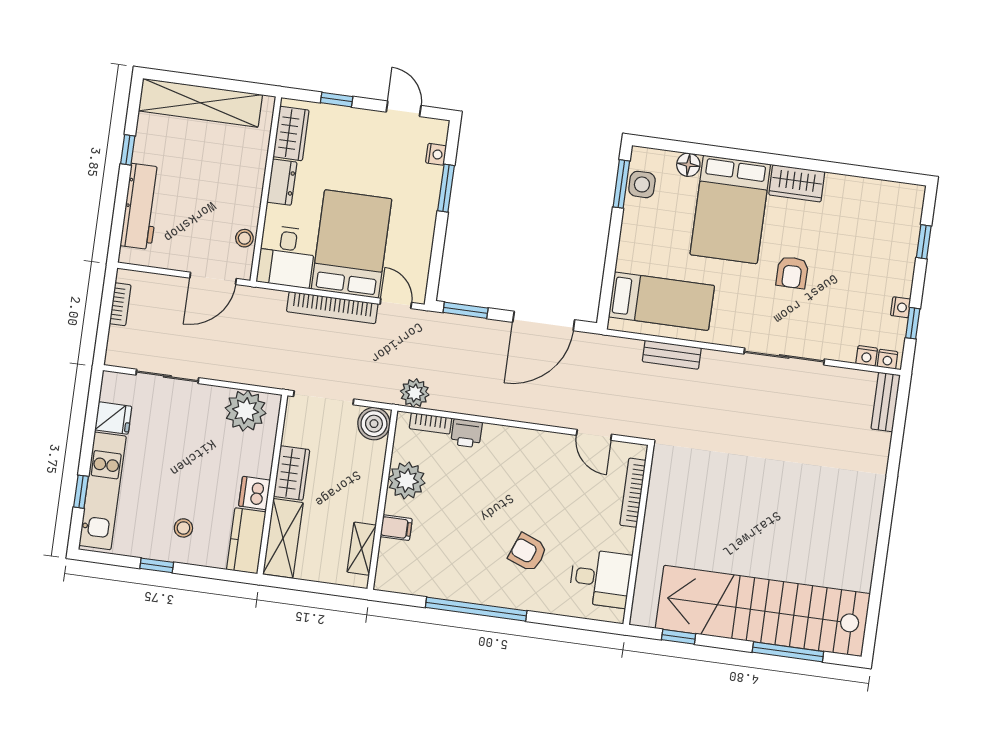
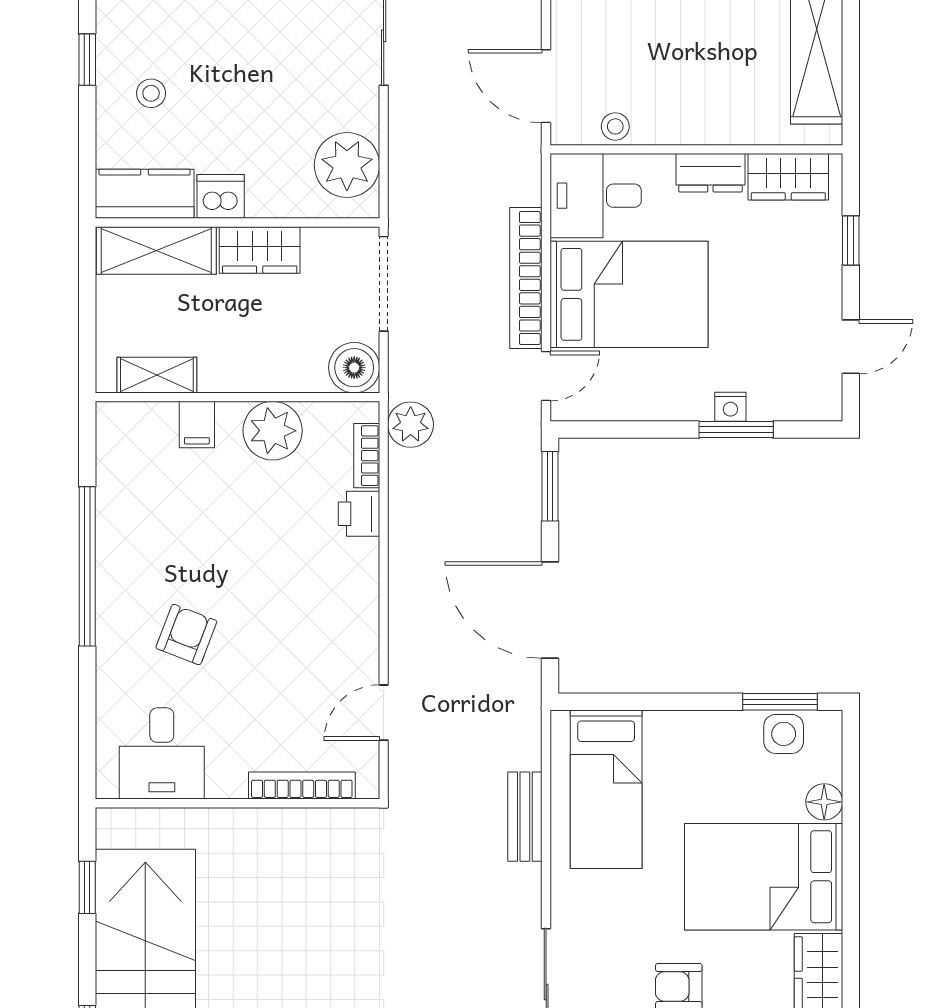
nightstand: (436, 154) -> (730, 407), moved

